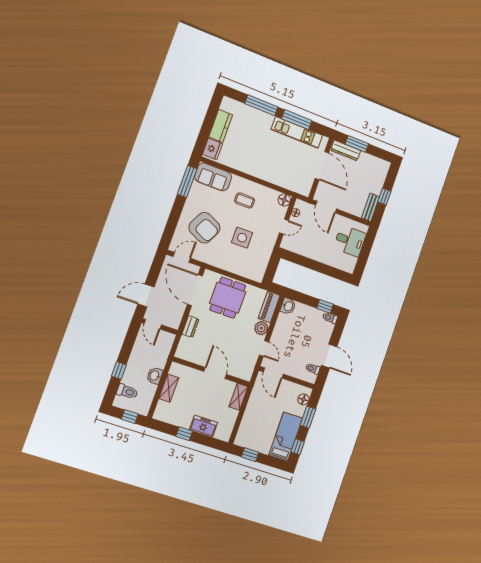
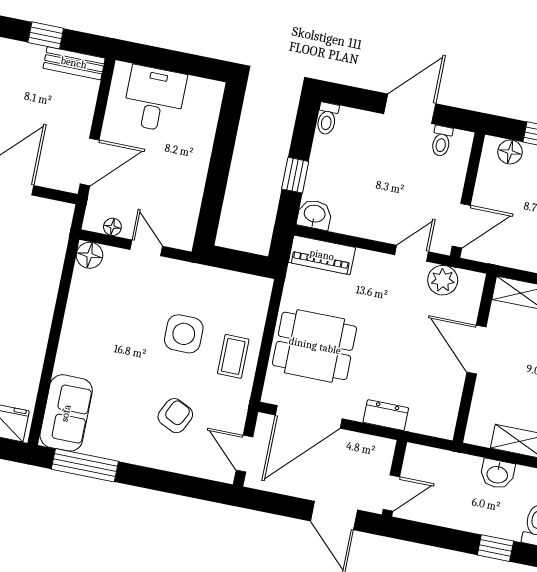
coffee table: (245, 200) -> (233, 356), moved
armchair: (204, 228) -> (175, 416), width x0.53, depth x0.53
window: (325, 306) -> (295, 175), moved
plant: (261, 328) -> (443, 280), moved
door: (215, 373) -> (476, 350), hinge flipped

